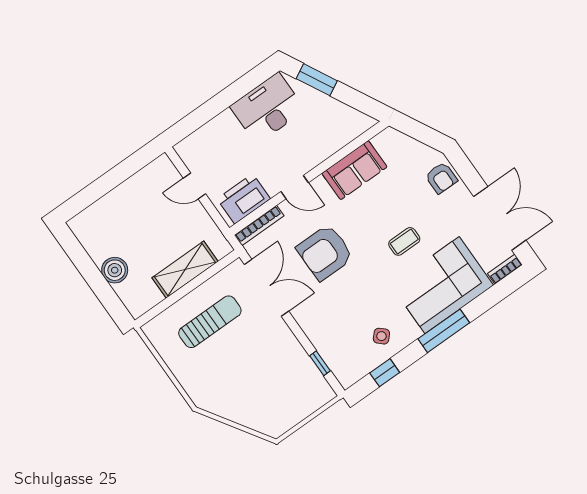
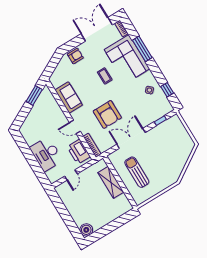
window: (317, 80) -> (34, 95), moved
desk: (268, 108) -> (46, 154), moved
door: (295, 187) -> (75, 127), swing flipped
boiler: (115, 270) -> (86, 230), moved
double door: (267, 288) -> (131, 138), moved
window: (444, 331) -> (142, 49), moved

